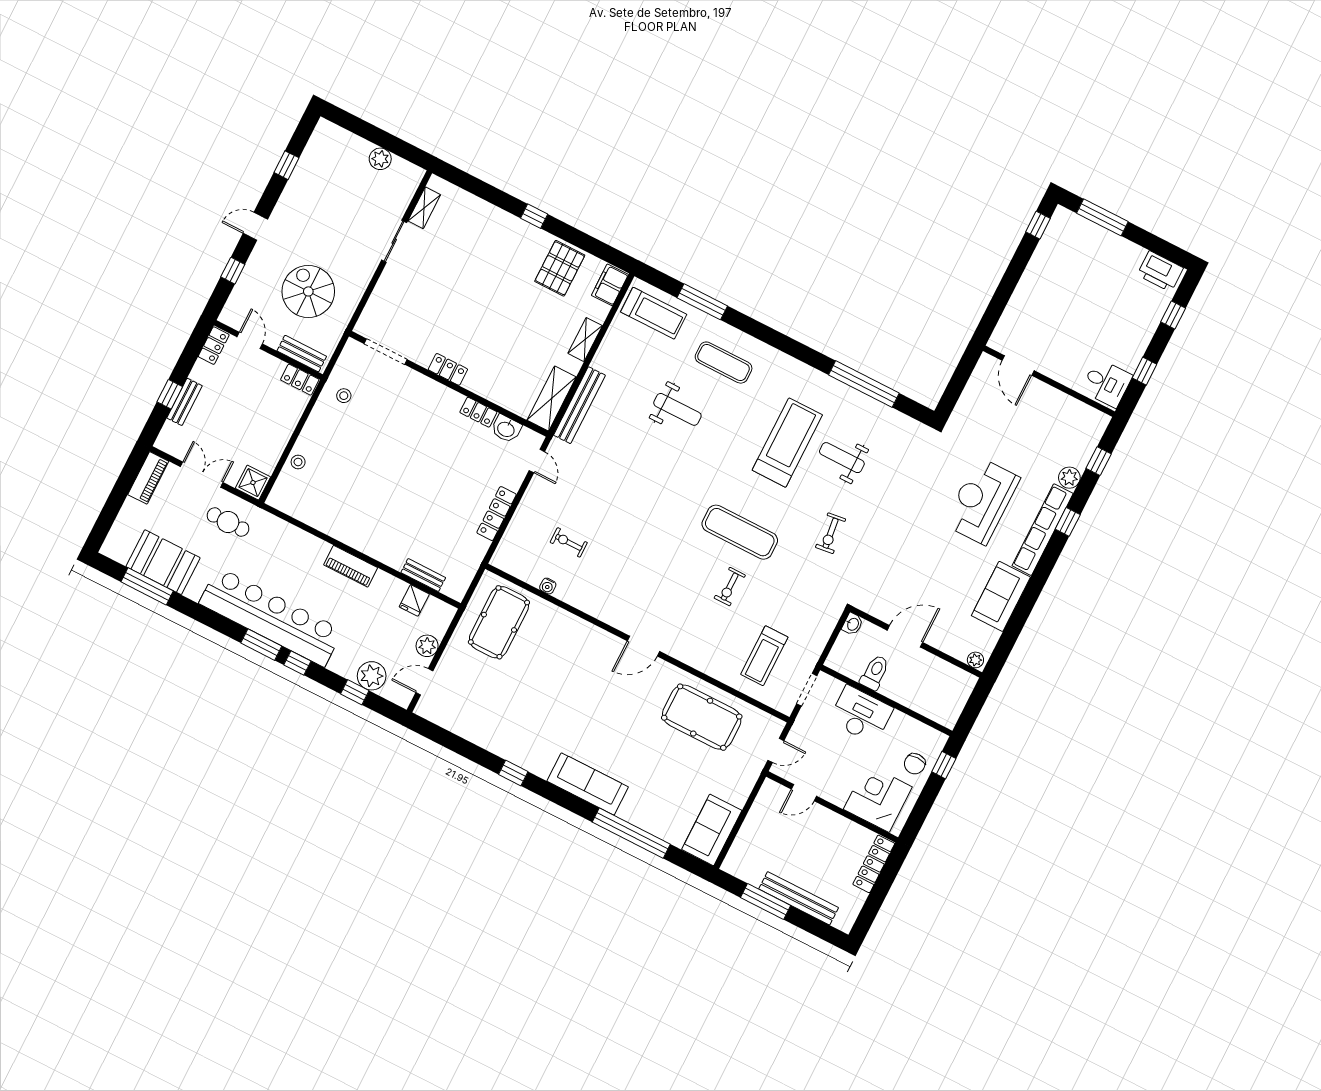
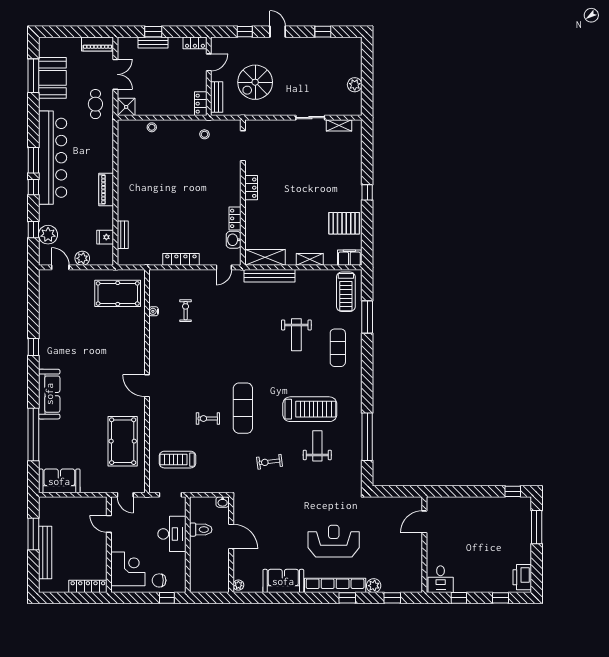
spiral stairs: (308, 291) -> (255, 82), turned 180

